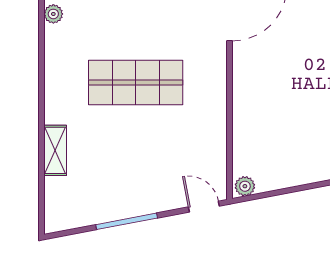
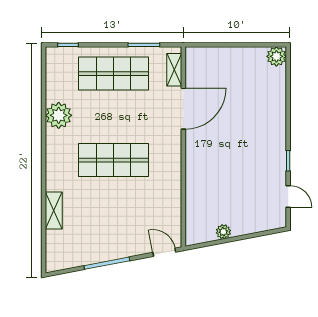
plant: (53, 14) -> (59, 115), width x1.88, depth x1.88
plant: (245, 186) -> (223, 232), moved

